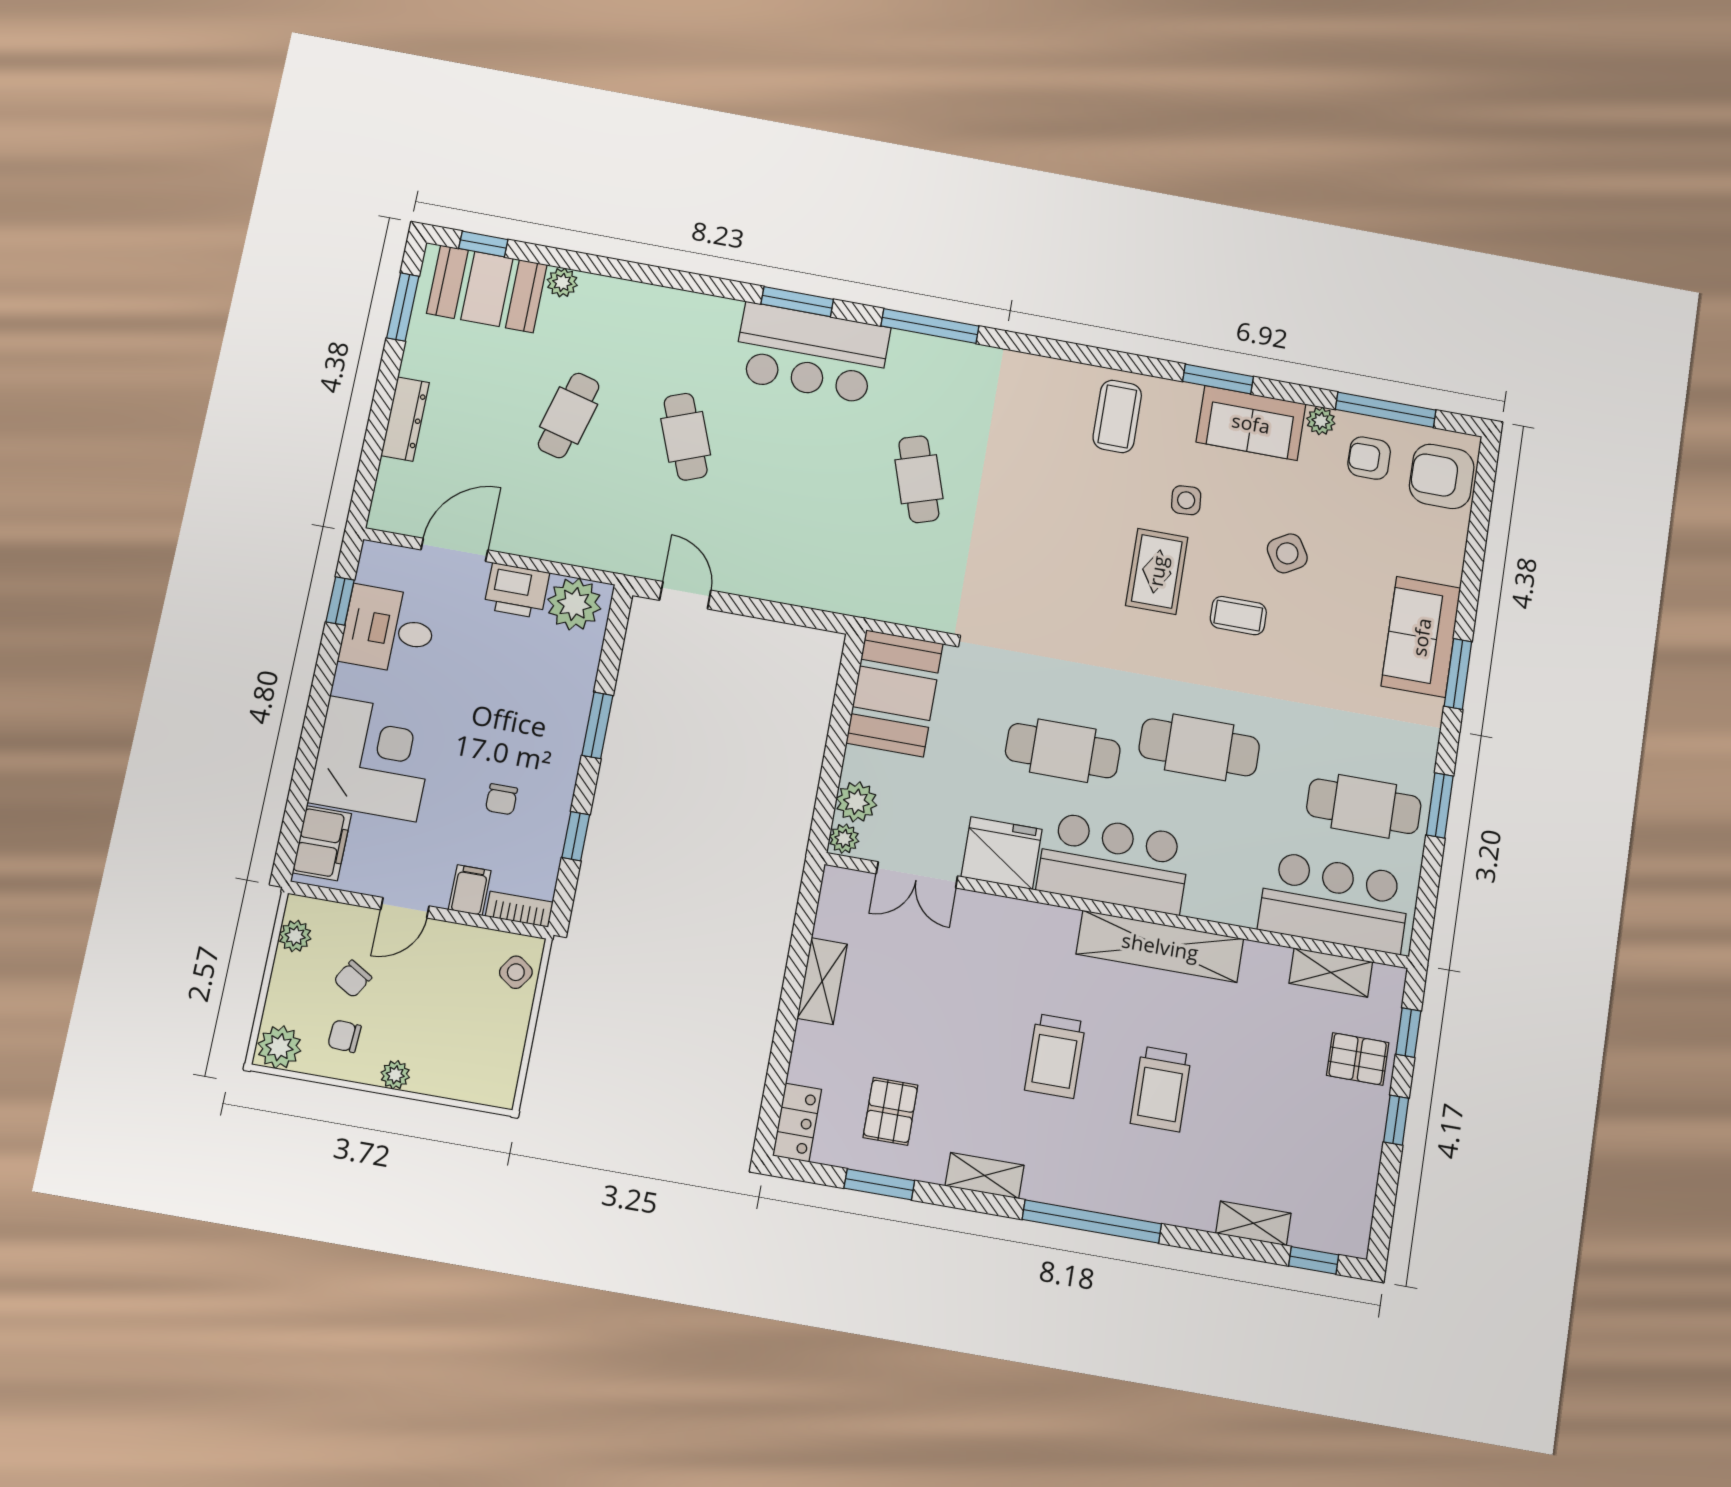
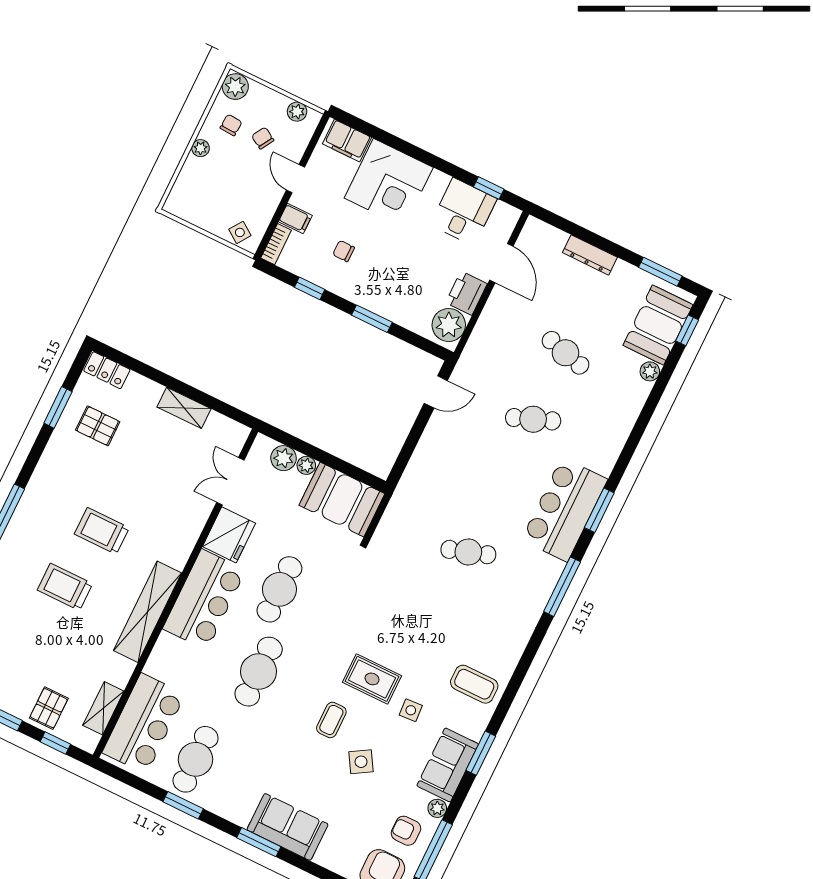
armchair: (1369, 458) -> (406, 831), turned -90
plant: (844, 839) -> (306, 465), moved
shelving: (985, 1176) -> (45, 469), removed

